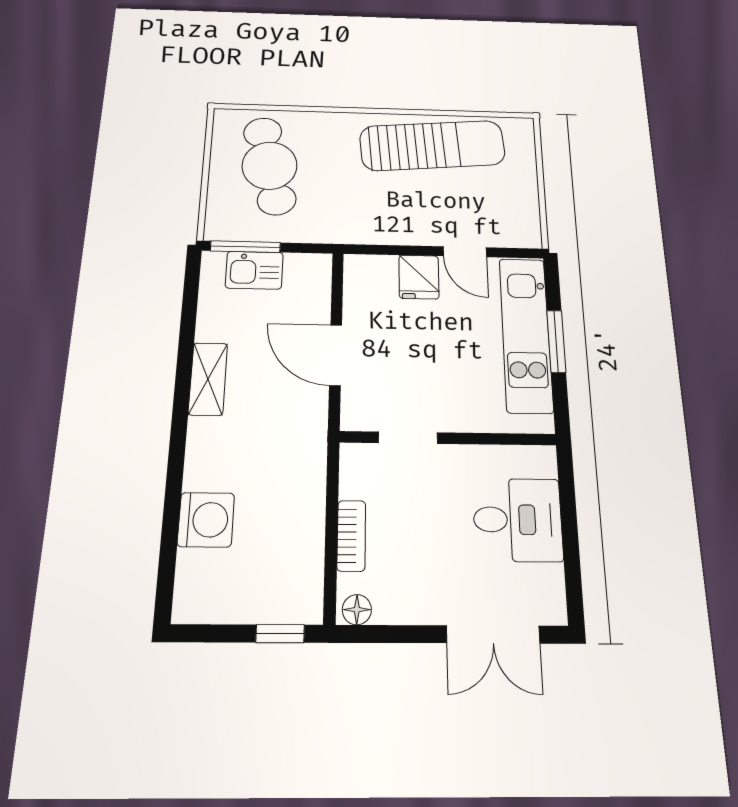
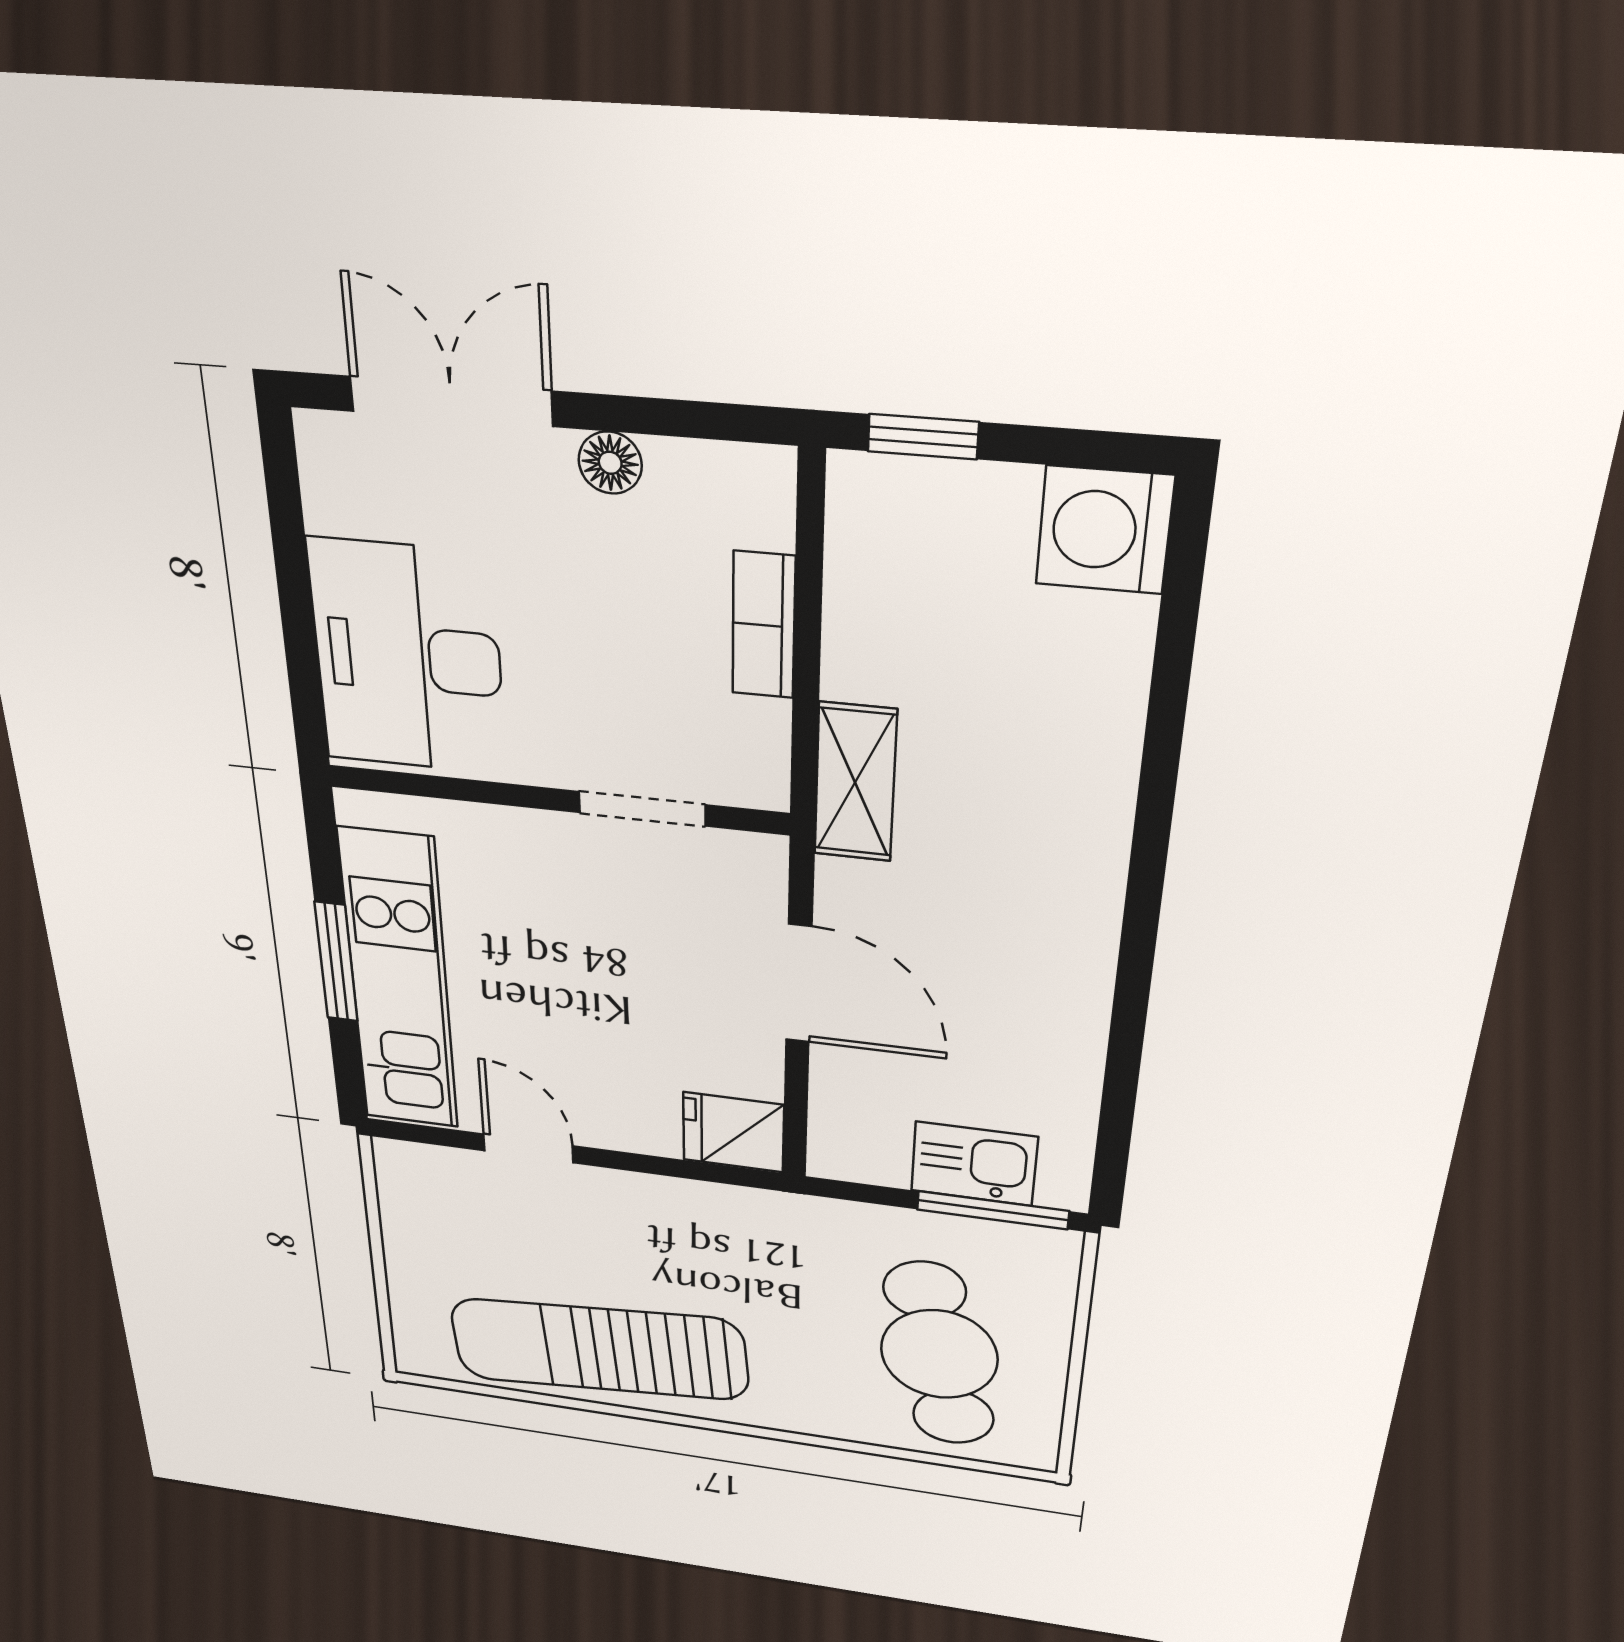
fridge: (419, 277) -> (733, 1132), moved, turned -90
shelving: (208, 379) -> (855, 782), moved
washing machine: (206, 520) -> (1105, 530), moved
desk: (518, 520) -> (408, 658), width x1.37
floor lamp: (357, 610) -> (610, 463), moved

